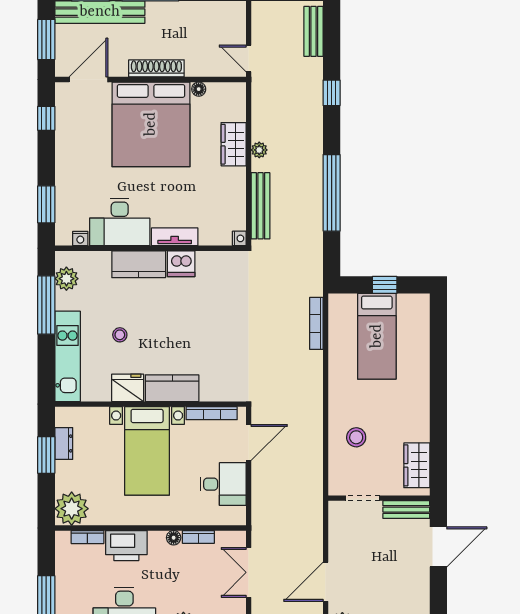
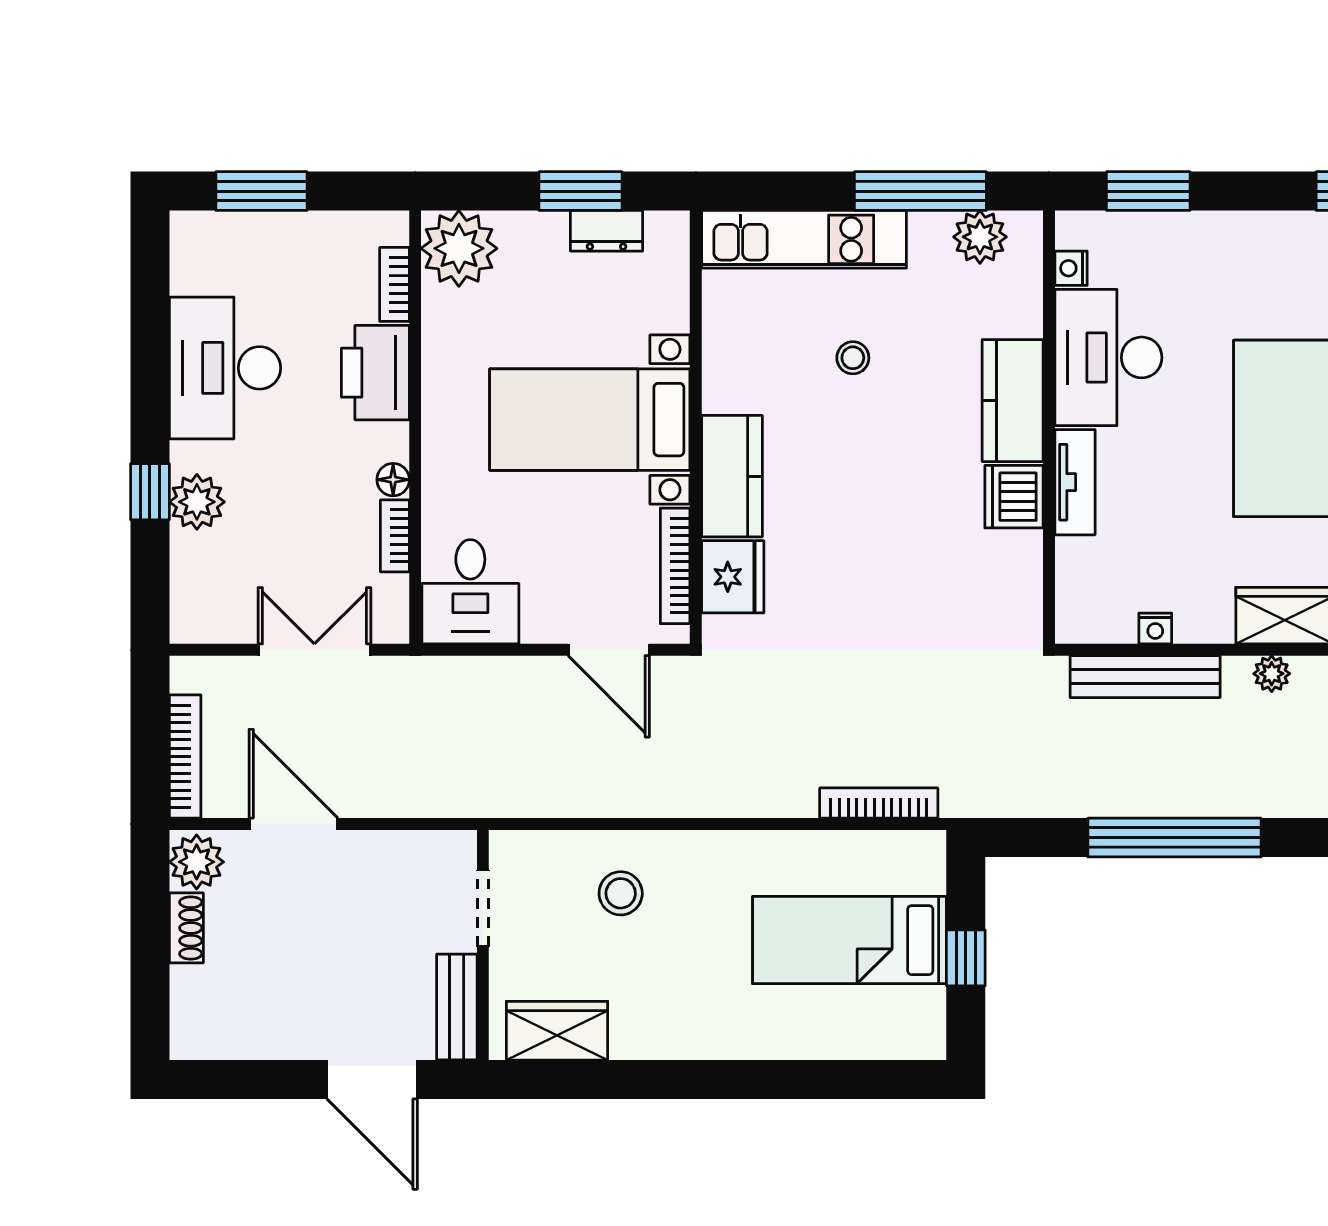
nightstand: (239, 238) -> (1155, 628), moved
fridge: (128, 388) -> (733, 577), moved
desk: (223, 484) -> (470, 592), moved

